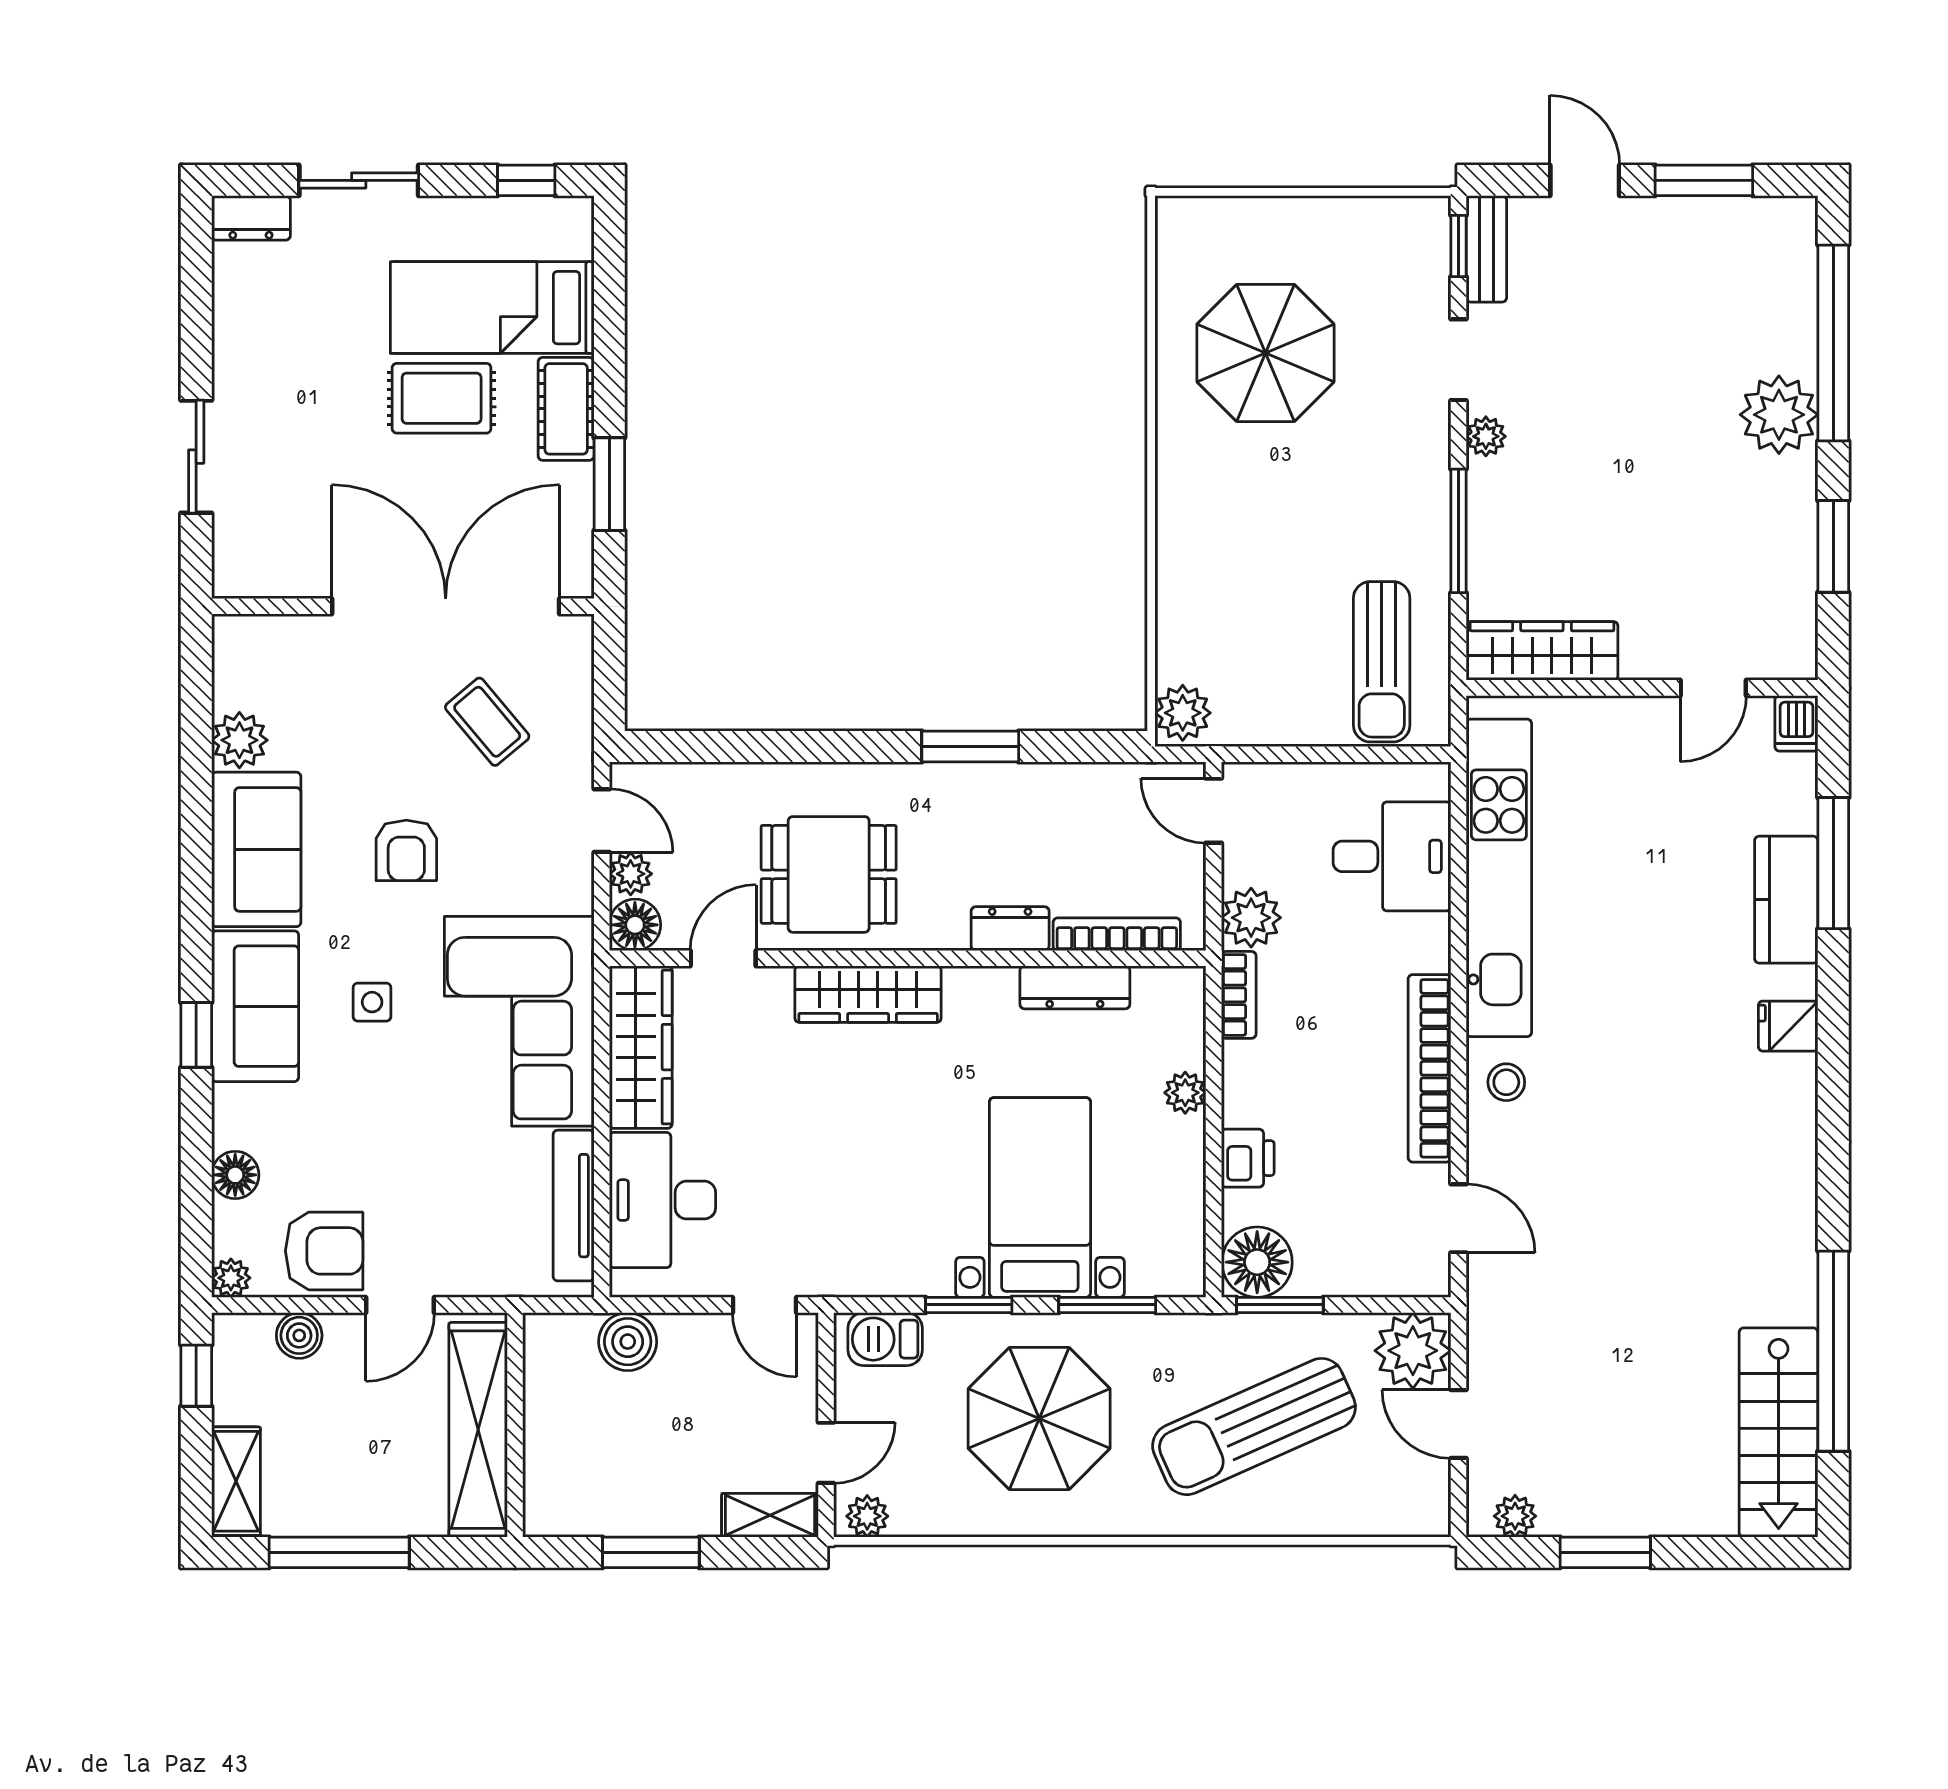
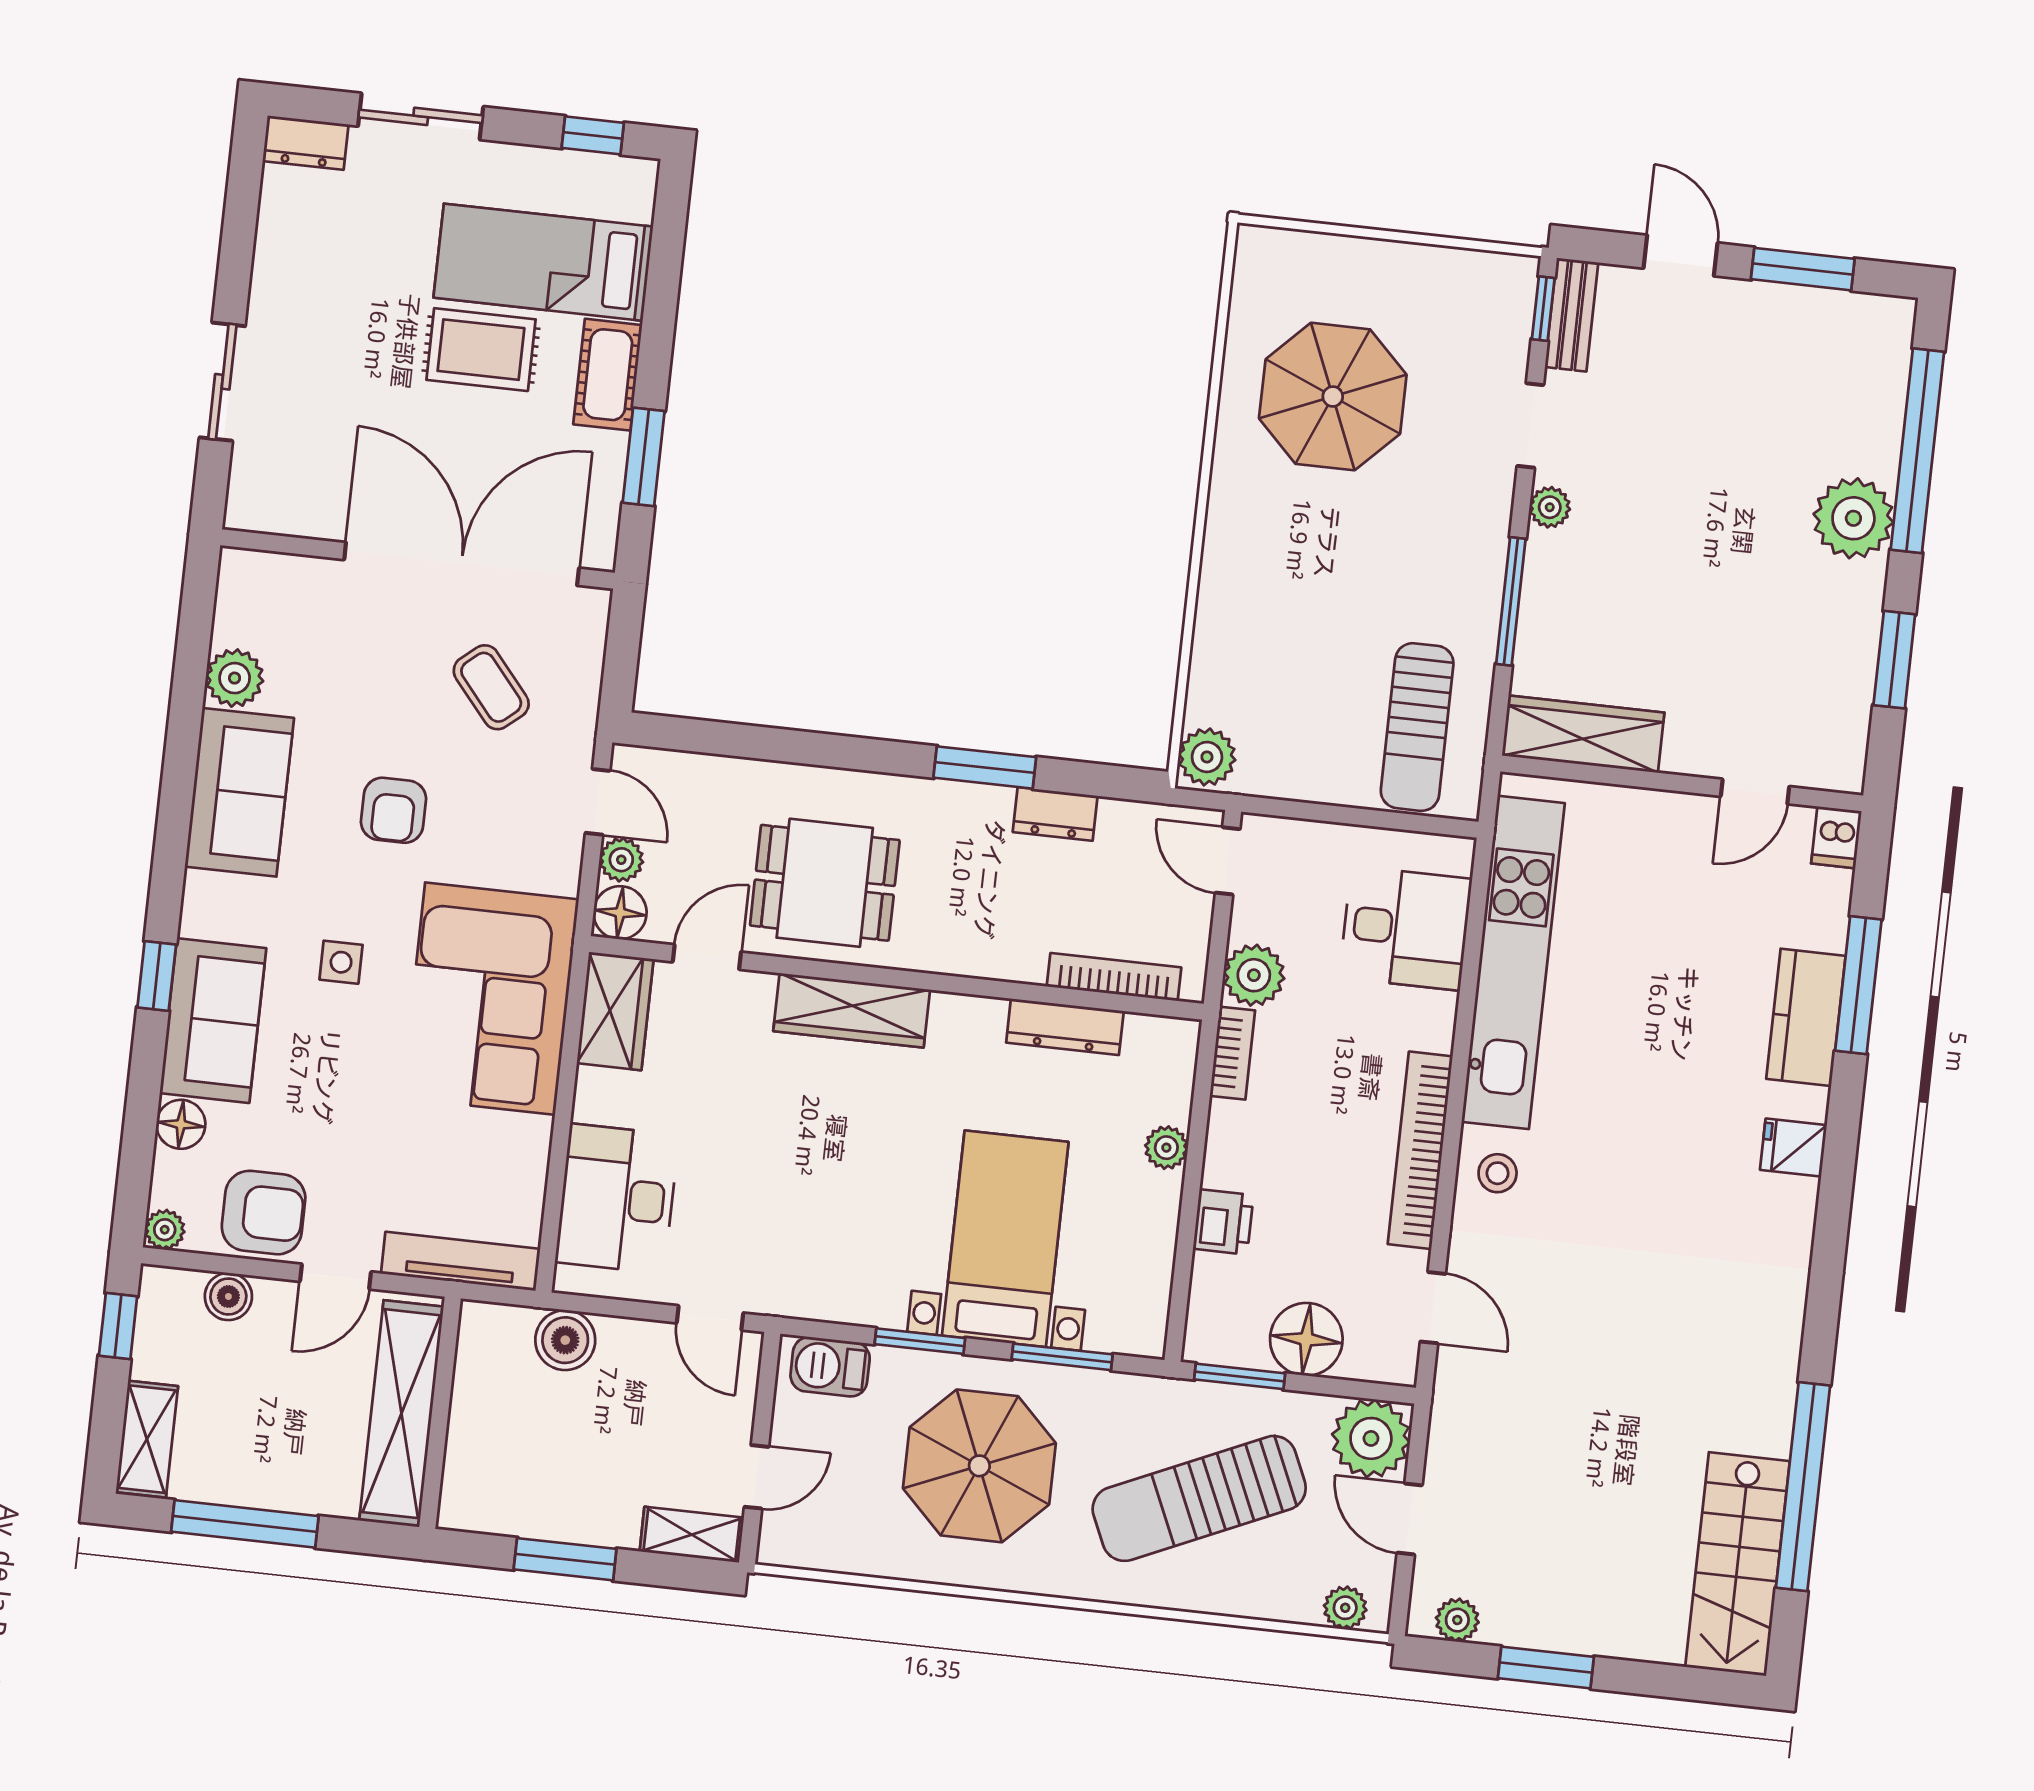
dresser: (1010, 929) -> (1055, 814), moved, turned 180
sofa: (255, 1006) -> (213, 1021), moved
wardrobe: (641, 1047) -> (615, 1011), width x0.67
tv unit: (574, 1206) -> (461, 1261), moved, turned 90
floor lamp: (1257, 1262) -> (1306, 1339), moved
plant: (867, 1516) -> (1345, 1608), moved

